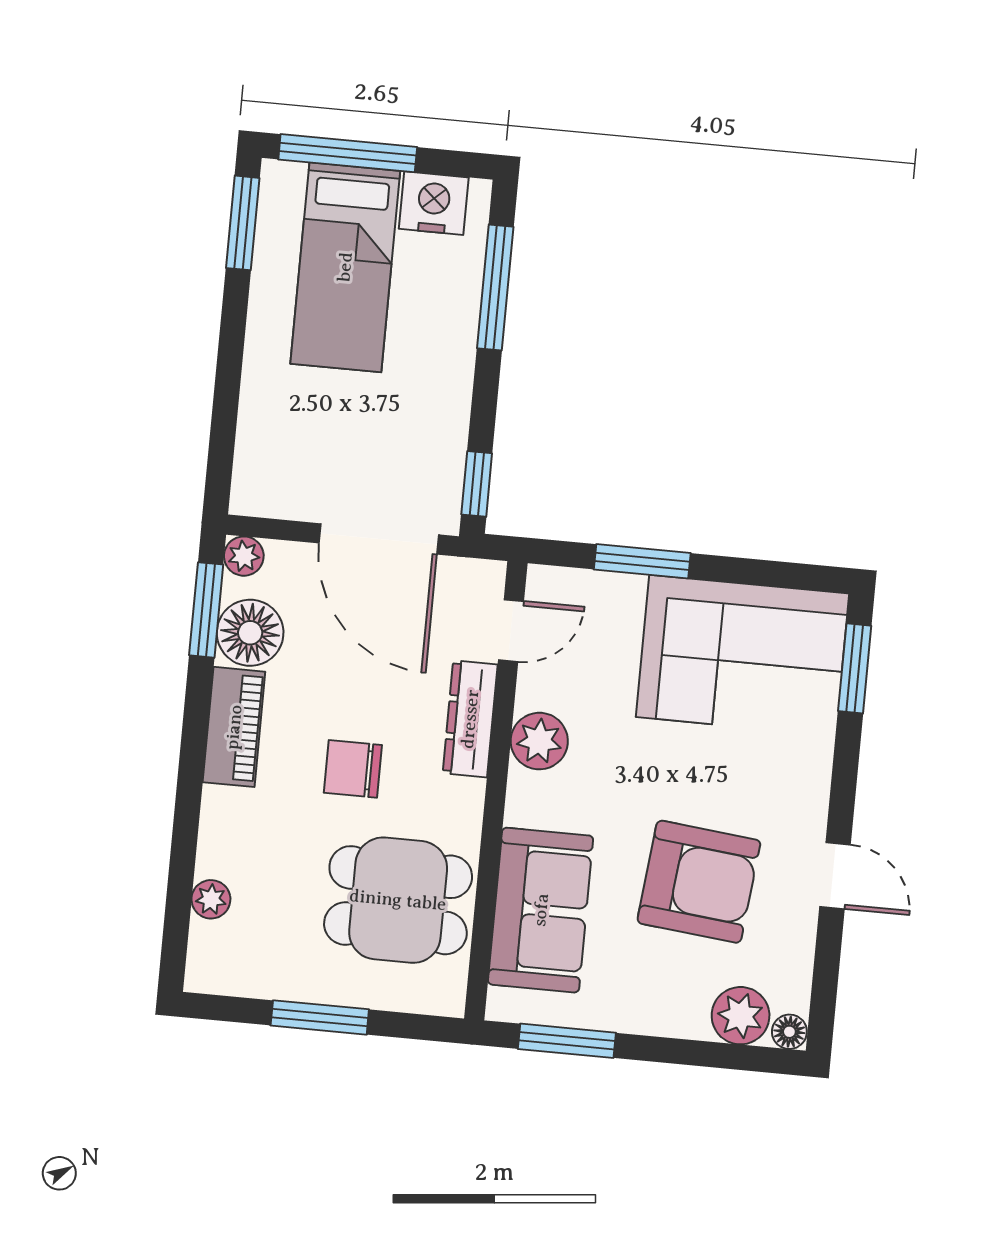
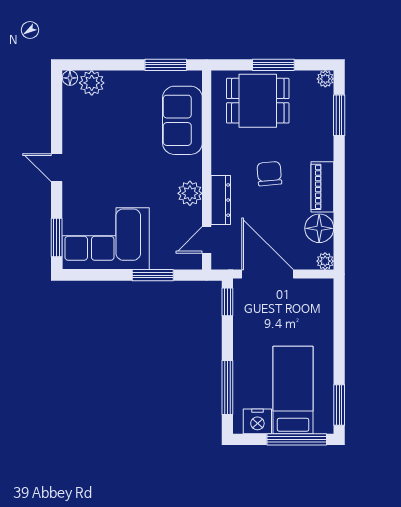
window: (206, 610) -> (339, 115), moved
chair: (353, 769) -> (269, 174), turned -95
door: (835, 876) -> (57, 168), moved
armchair: (699, 882) -> (115, 139), removed
plant: (211, 899) -> (325, 79), moved
dining table: (398, 900) -> (258, 101), moved

